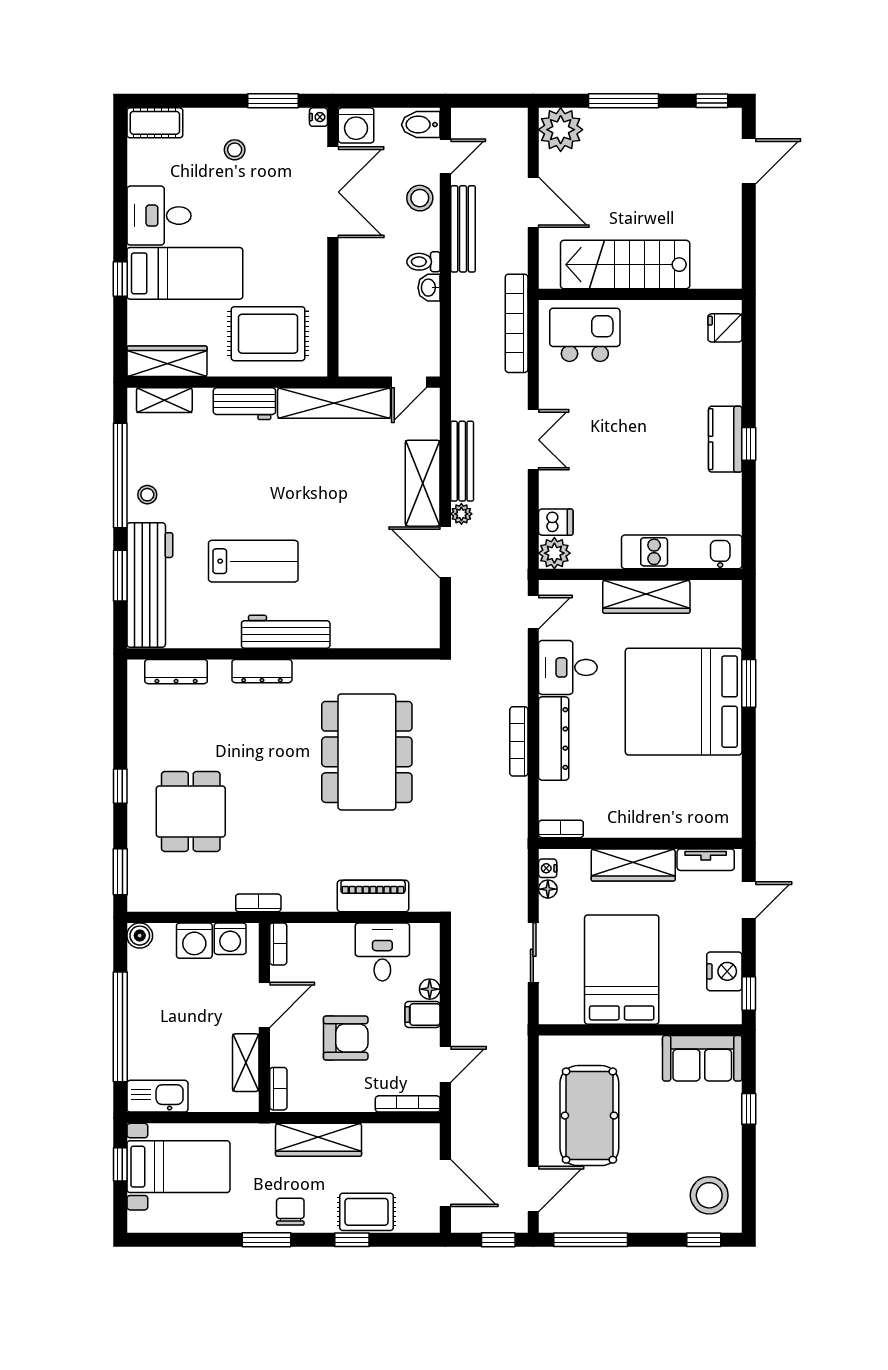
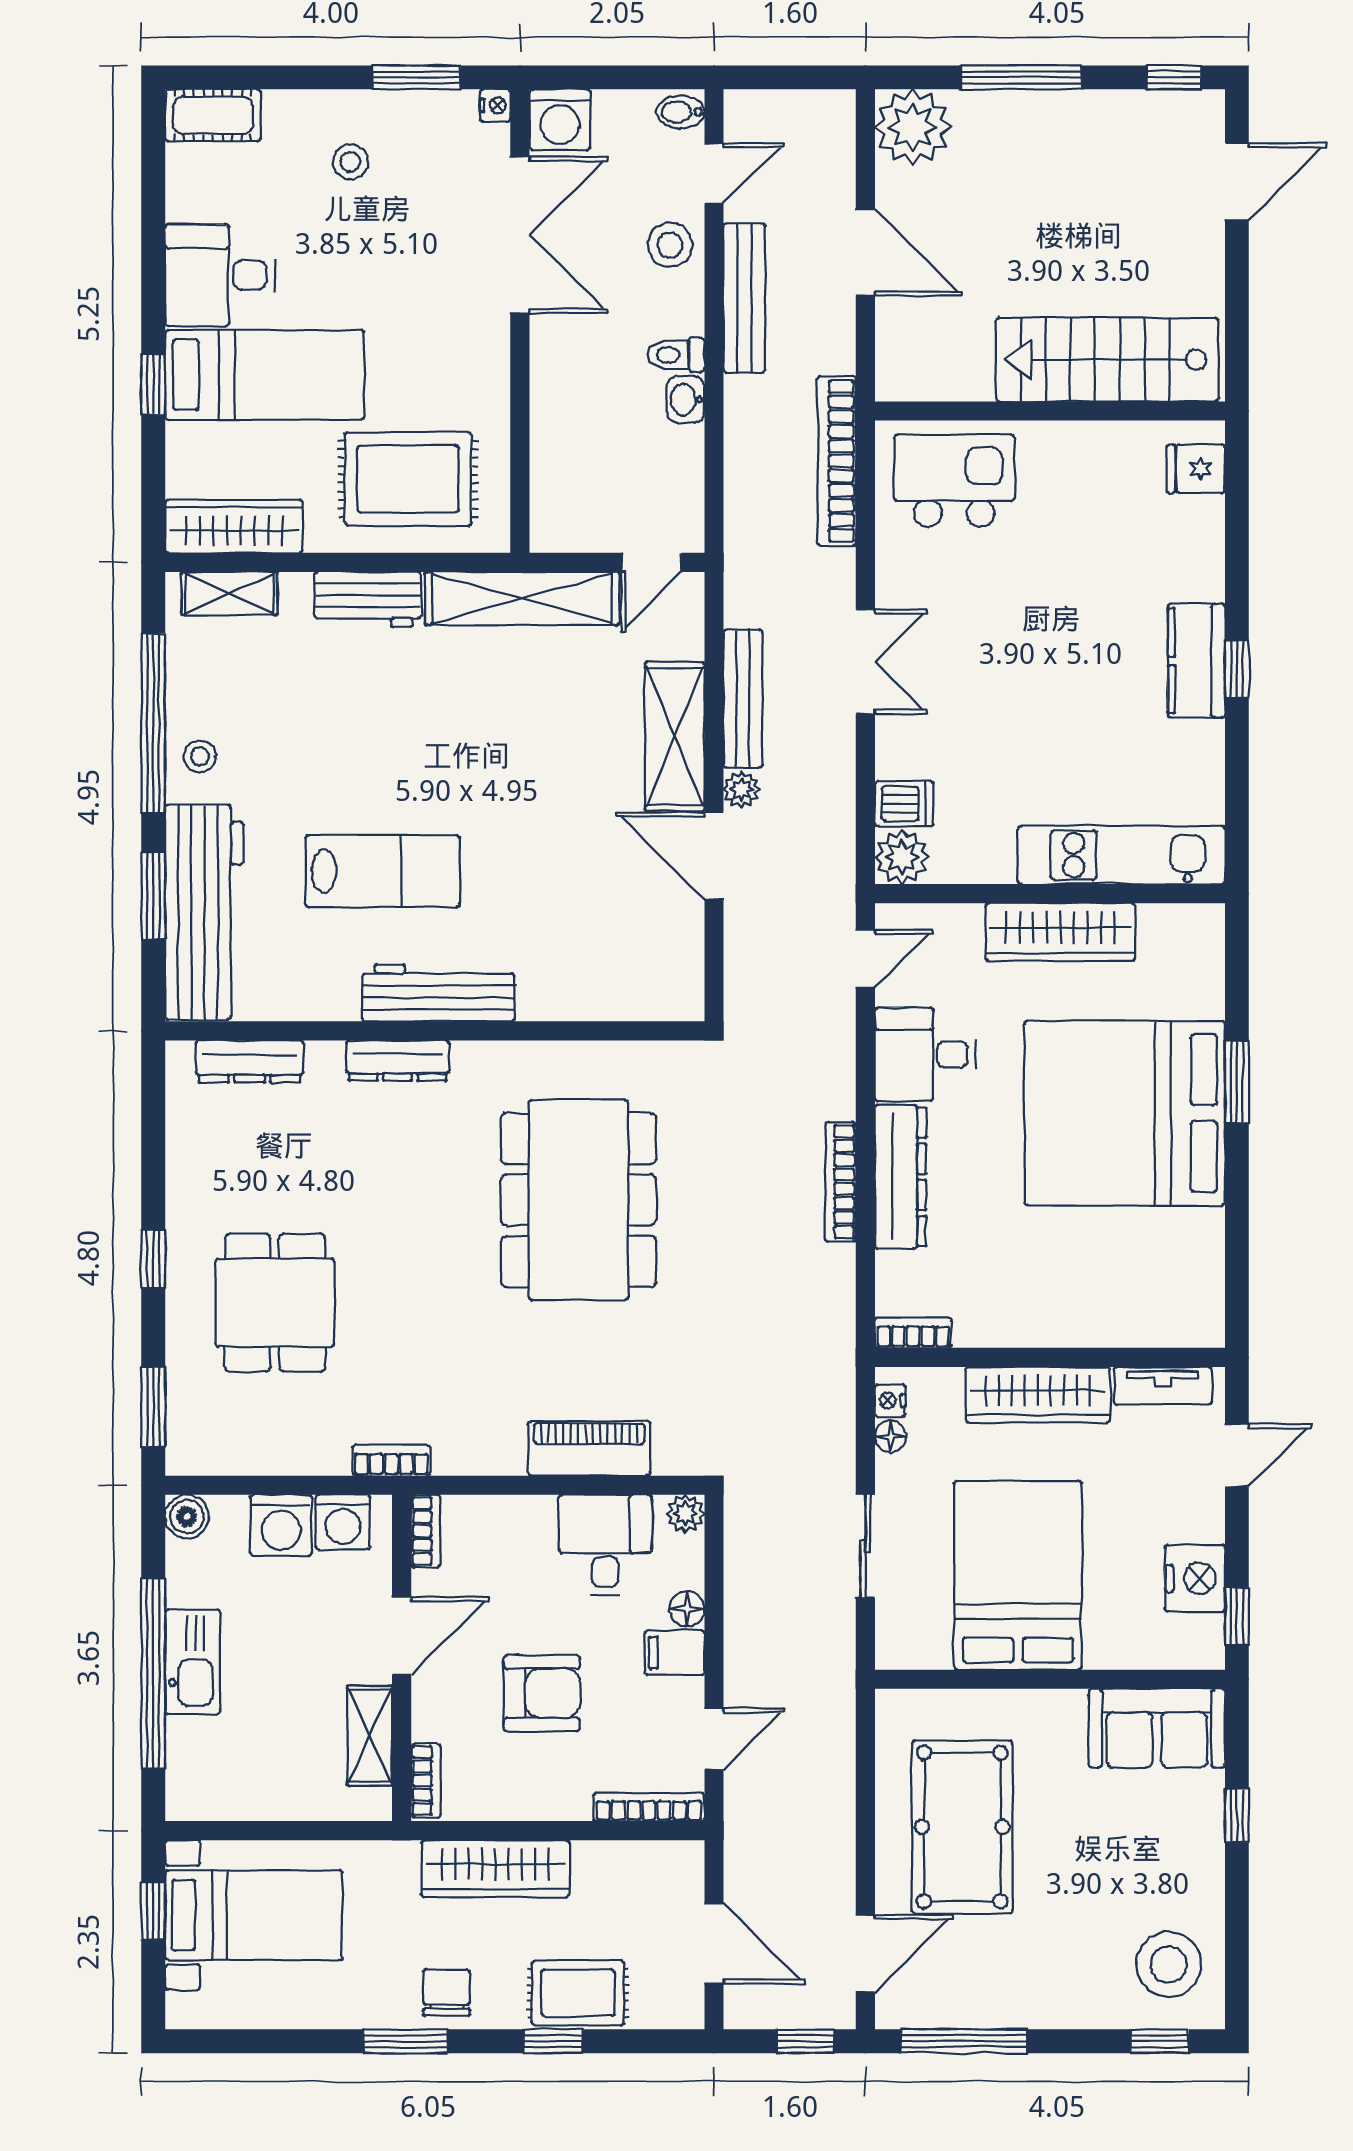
bidet: (421, 125) -> (680, 112), width x0.72, depth x0.74
stairs: (625, 265) -> (1107, 360), moved
plant: (429, 934) -> (686, 1514), added
kitchen sink: (157, 1096) -> (193, 1662), moved, turned 90

